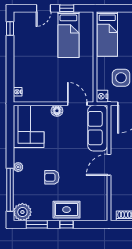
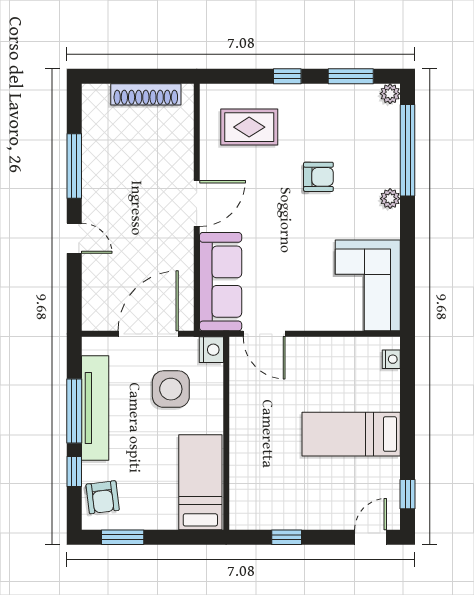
door: (44, 8) -> (371, 537), moved
bed: (68, 35) -> (351, 434), moved, turned -90
floor lamp: (57, 111) -> (308, 319), removed
rug: (67, 210) -> (249, 127), moved
plant: (22, 212) -> (390, 94), width x0.53, depth x0.53

